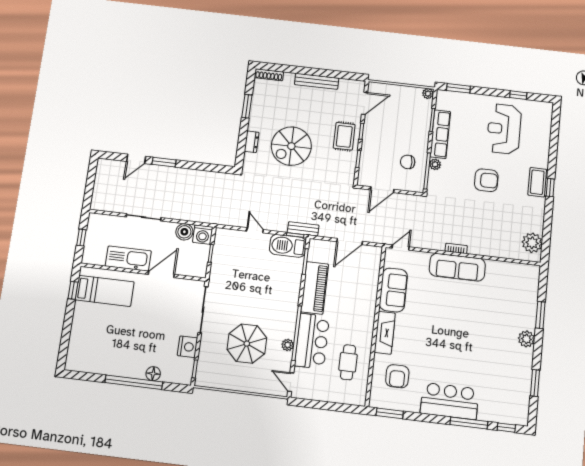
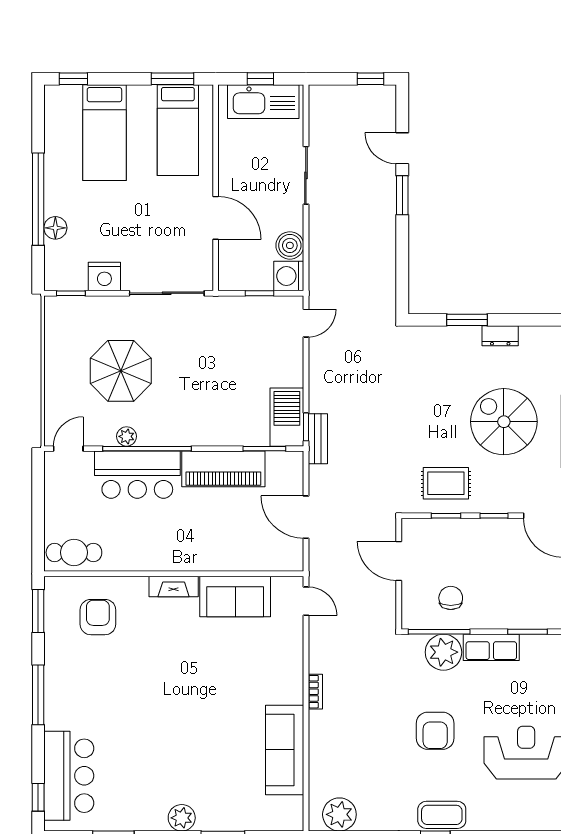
window: (247, 106) -> (467, 320), moved
row of seats: (440, 134) -> (491, 647), width x0.68
rug: (344, 136) -> (446, 483), moved
dresser: (252, 142) -> (500, 336), moved
spiral stairs: (291, 146) -> (504, 422), moved
plant: (435, 164) -> (443, 652), width x1.88, depth x1.88
window: (92, 173) -> (370, 79), added
door: (255, 230) -> (306, 323), moved
kitchen sink: (128, 259) -> (263, 102), moved, turned 90
sofa: (457, 267) -> (285, 750), moved
window: (73, 290) -> (173, 79), width x1.50
fireplace: (385, 333) -> (174, 587), width x0.73, depth x0.76
bed: (99, 336) -> (104, 133), added
window: (63, 351) -> (73, 79), added
cafe table: (348, 362) -> (74, 552), moved
armchair: (397, 376) -> (98, 617), turned 90
bar counter: (449, 401) -> (69, 776), moved
window: (469, 423) -> (38, 695), moved

